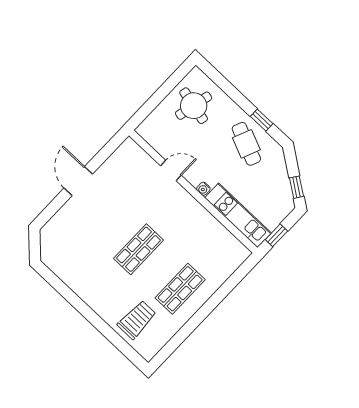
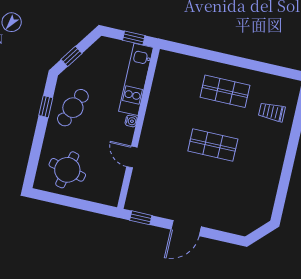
window: (112, 146) -> (141, 218), added
window: (297, 187) -> (71, 56), moved
trolley: (137, 320) -> (272, 112), width x0.73, depth x0.72

